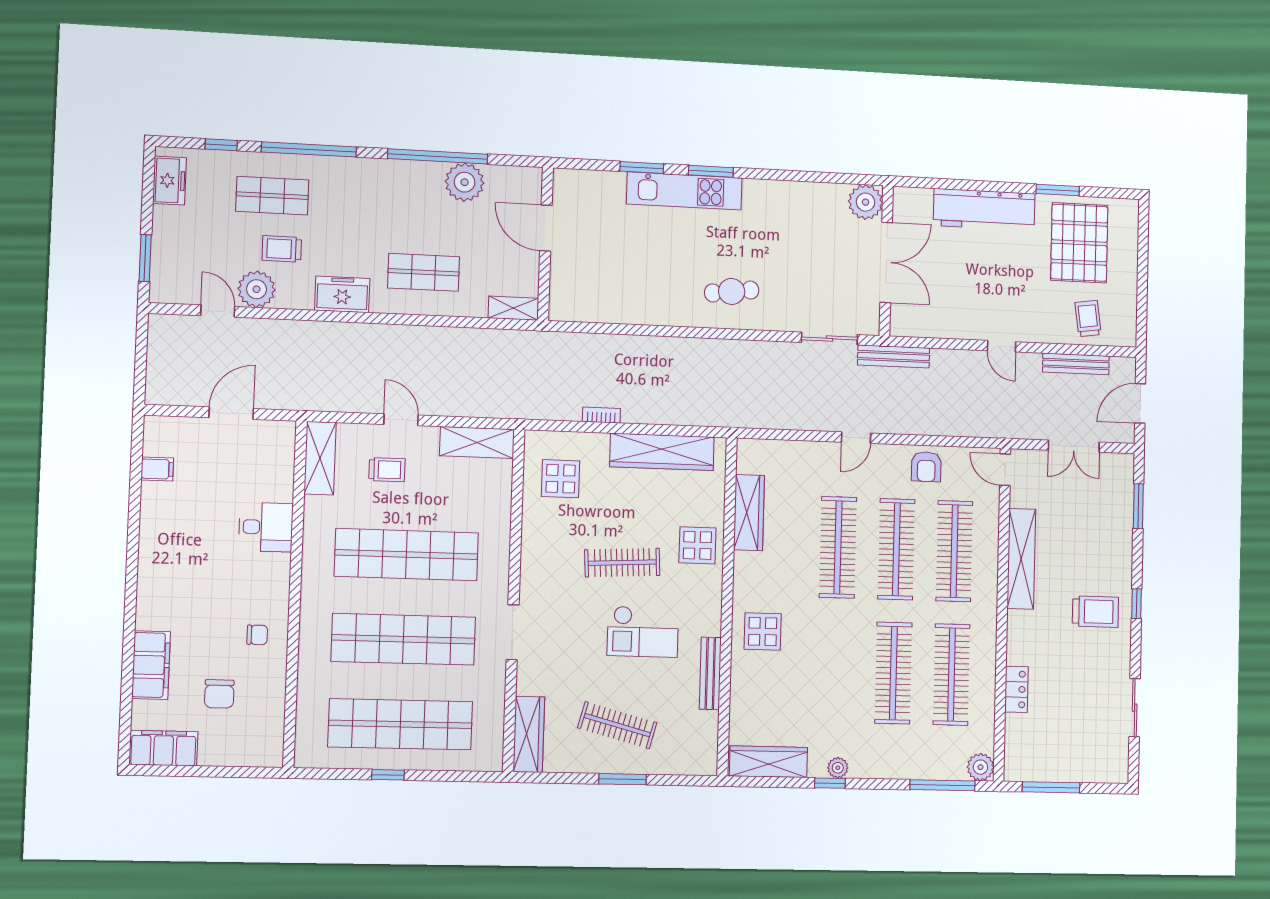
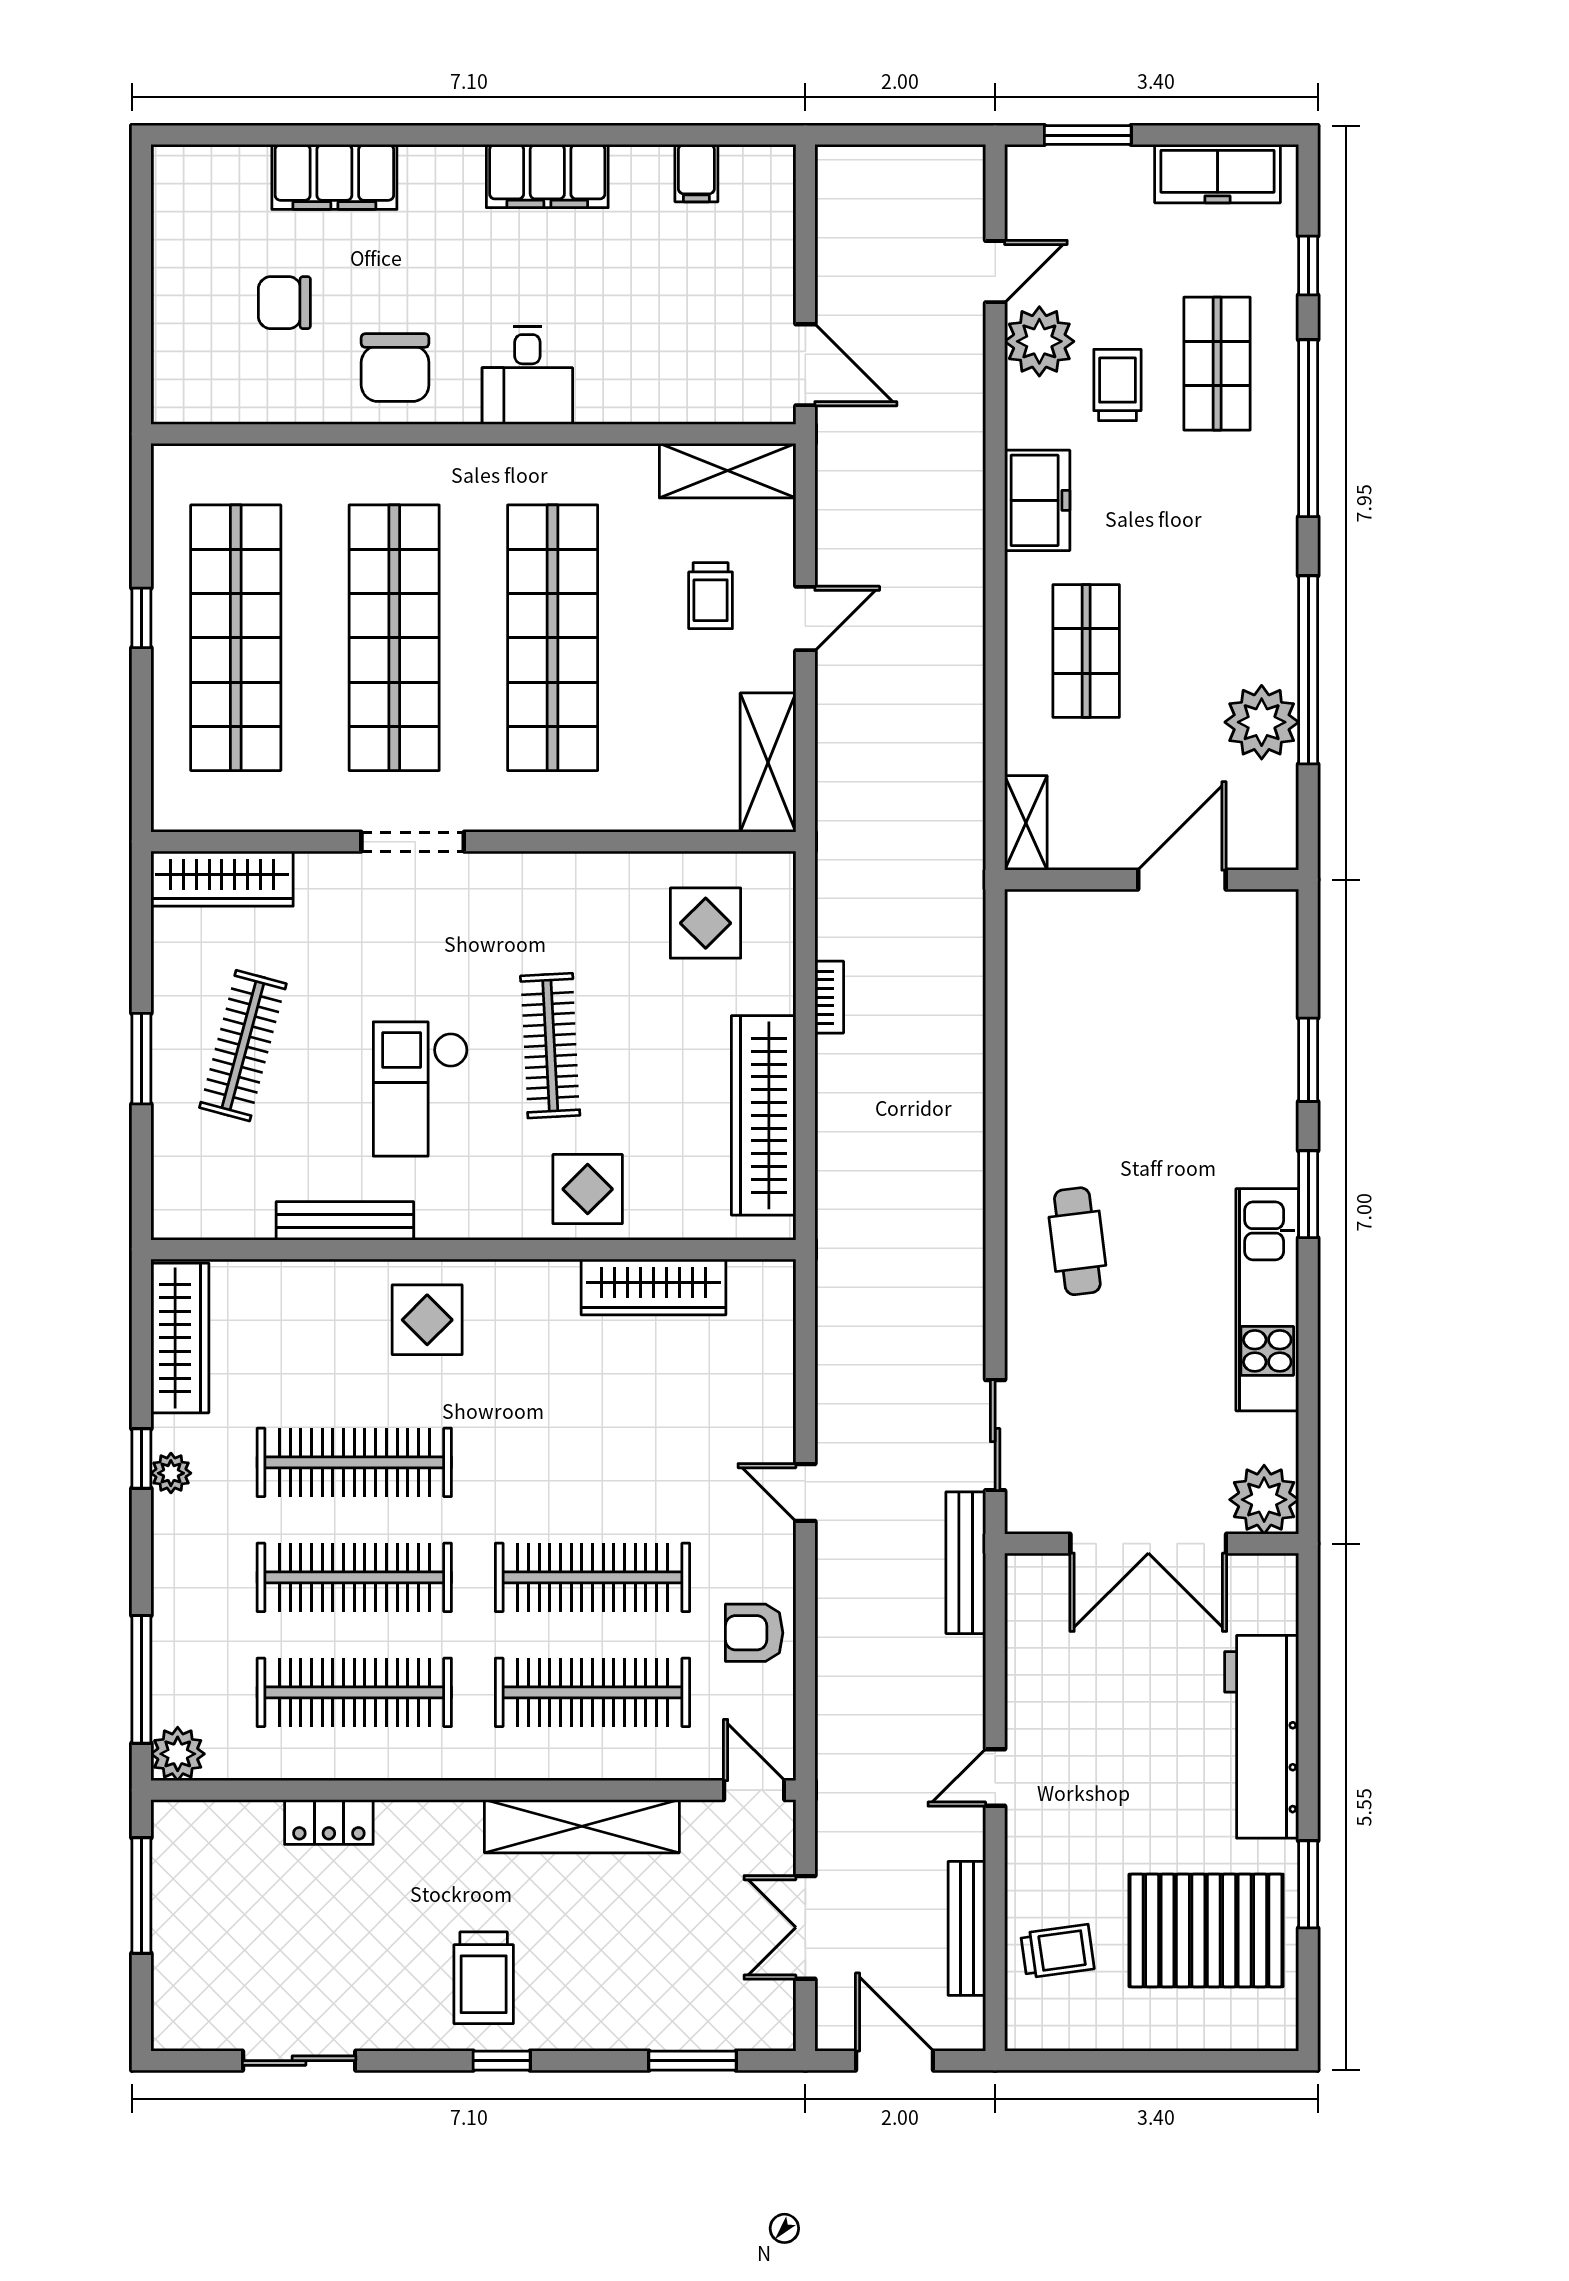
freezer: (170, 181) -> (1218, 174), width x1.40
kitchen unit: (684, 191) -> (1267, 1300), moved
door: (231, 413) -> (805, 365), moved
door: (1005, 470) -> (754, 1790), hinge flipped
desk: (266, 527) -> (527, 376), moved
clothes rail: (838, 547) -> (354, 1462), moved
chair: (257, 635) -> (395, 368), width x1.87, depth x1.87
filing cabinet: (163, 748) -> (547, 176), moved, turned 90

